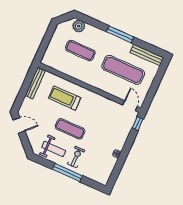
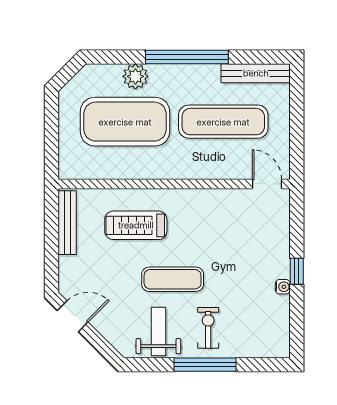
plant: (79, 26) -> (135, 76), moved
window: (120, 34) -> (187, 57), width x1.46
exercise mat: (80, 51) -> (125, 122), width x2.00, depth x1.45
window: (138, 124) -> (297, 271), moved
weight bench: (54, 149) -> (158, 332), turned -90

